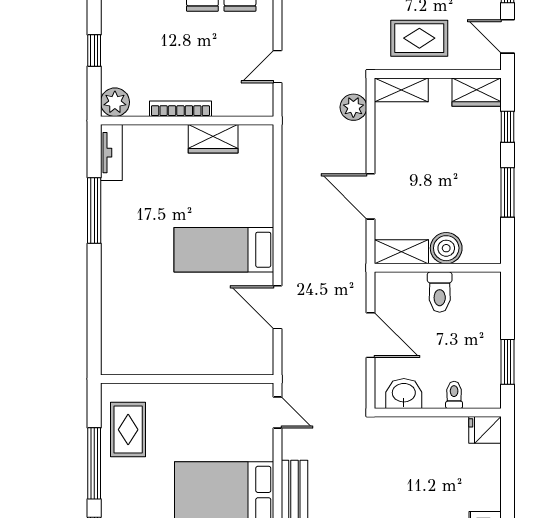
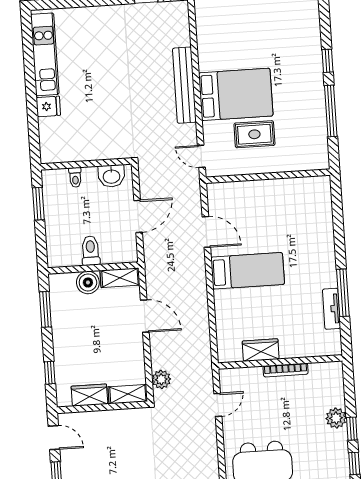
rug: (419, 38) -> (117, 432), removed
window: (94, 50) -> (352, 429), moved
wardrobe: (477, 92) -> (89, 395), moved
plant: (115, 102) -> (336, 418), moved
tv unit: (111, 153) -> (331, 309), moved
window: (508, 192) -> (45, 309), moved
door: (371, 335) -> (138, 216), swing flipped
rug: (128, 430) -> (254, 134), moved, turned 90
fridge: (485, 430) -> (48, 106), moved

